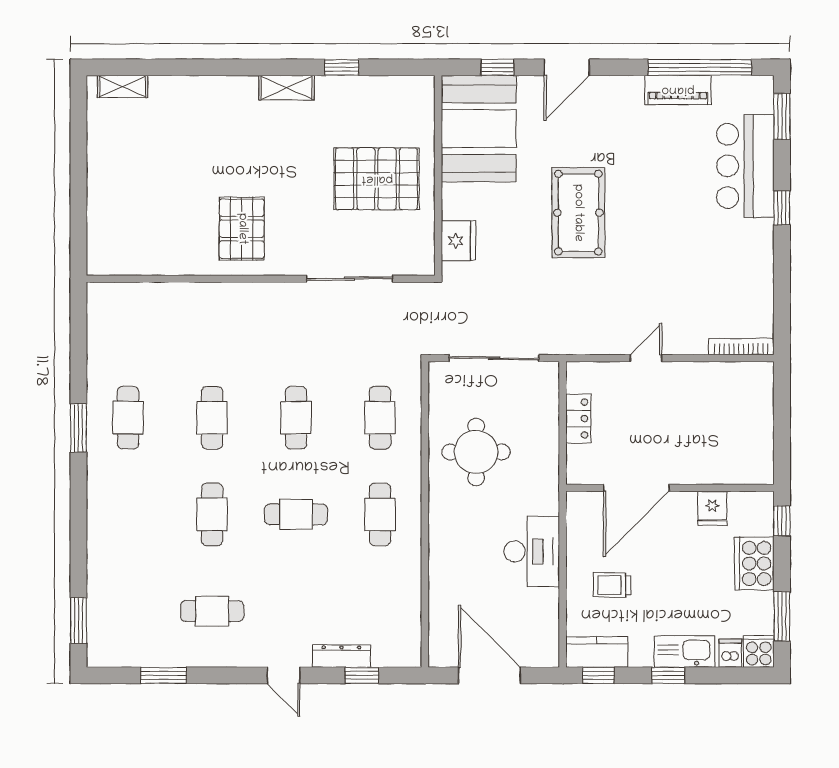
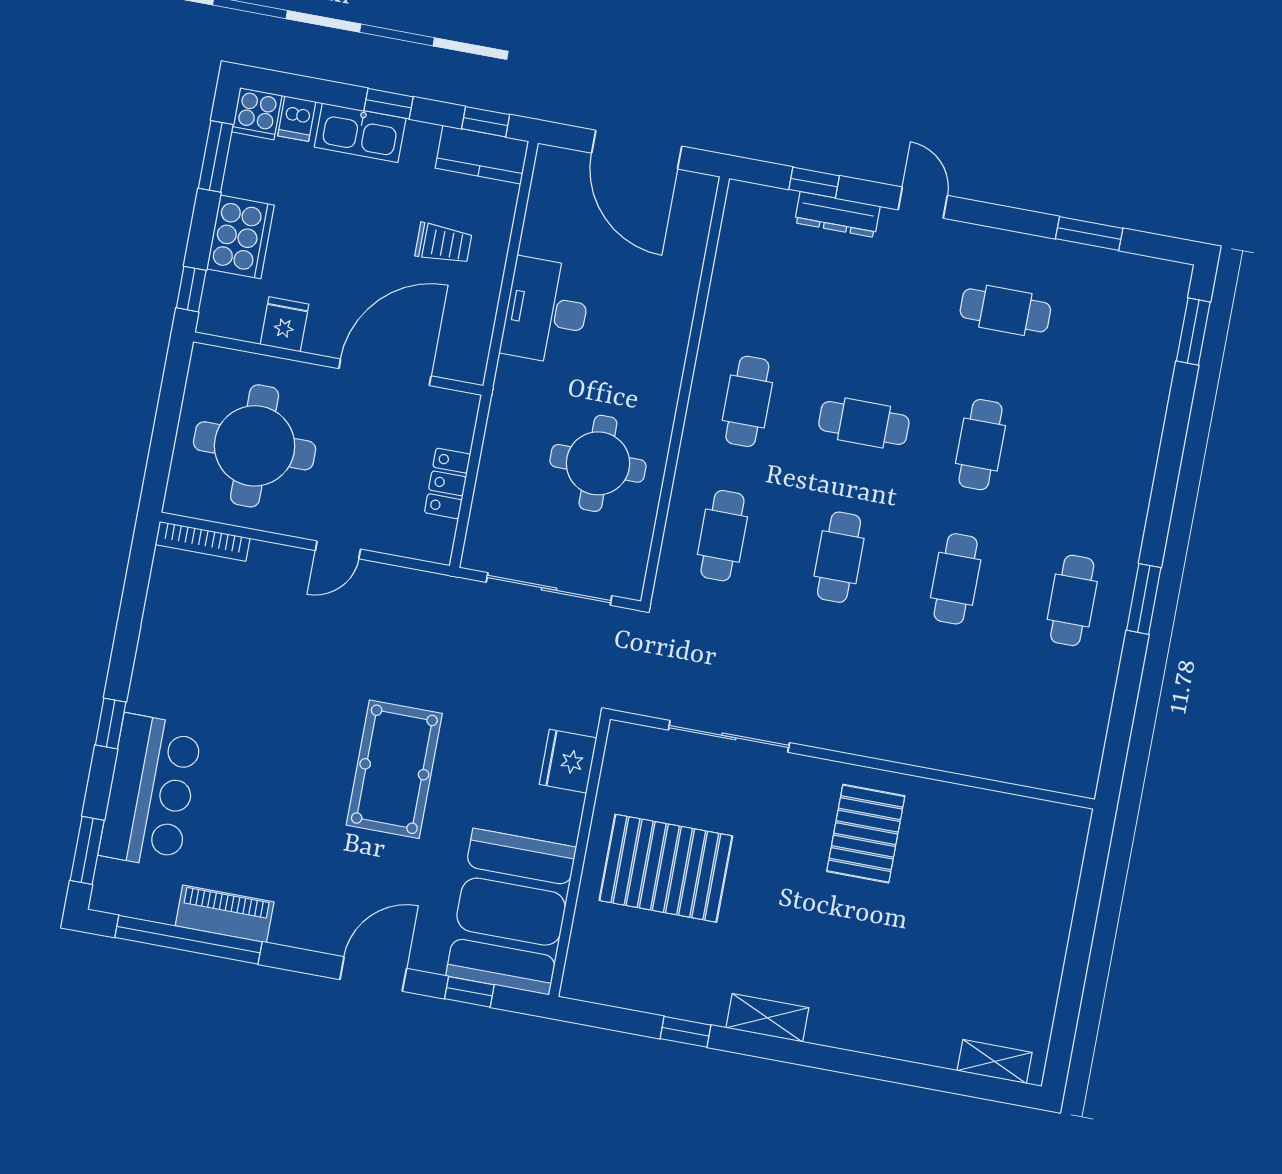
round table: (717, 420) -> (255, 446), added

